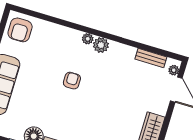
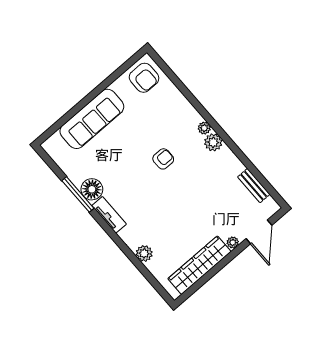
armchair: (20, 30) -> (144, 78), turned -90
plant: (174, 70) -> (233, 242), moved

